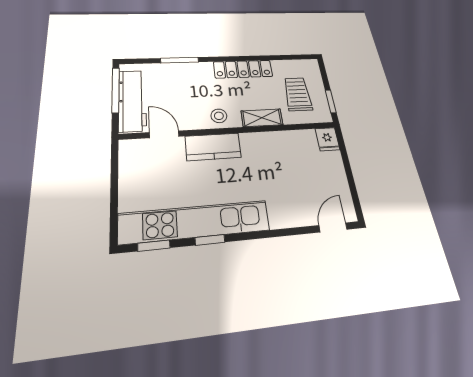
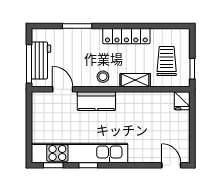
window: (116, 90) -> (29, 64), moved
workbench: (132, 100) -> (41, 60), width x0.73
door: (333, 227) -> (171, 165), hinge flipped

